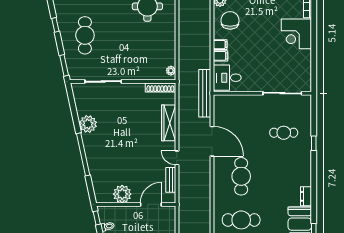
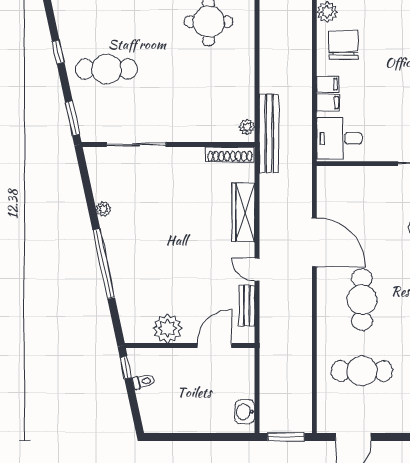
cafe table: (85, 35) -> (106, 69), turned 90
bench: (205, 93) -> (269, 133), moved
plant: (88, 124) -> (104, 209), width x0.53, depth x0.53

